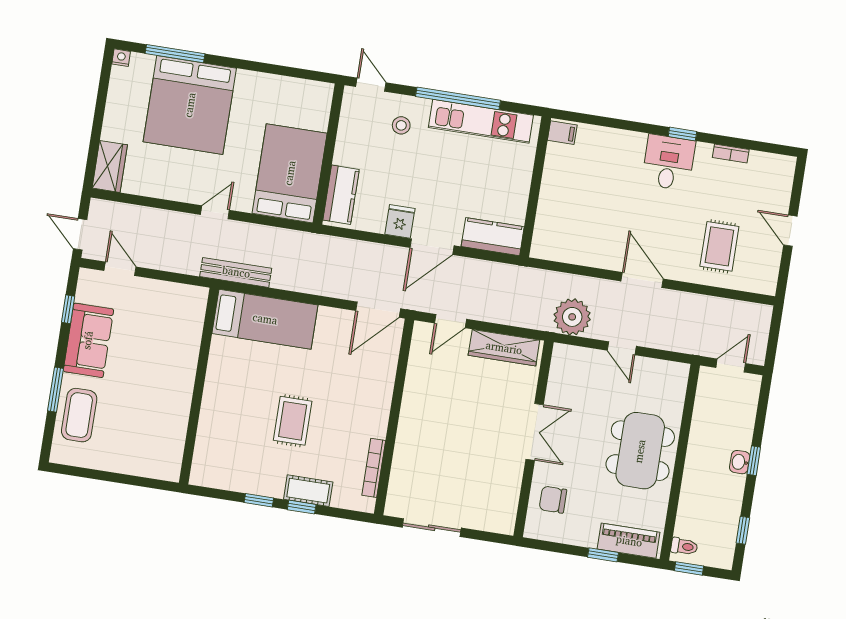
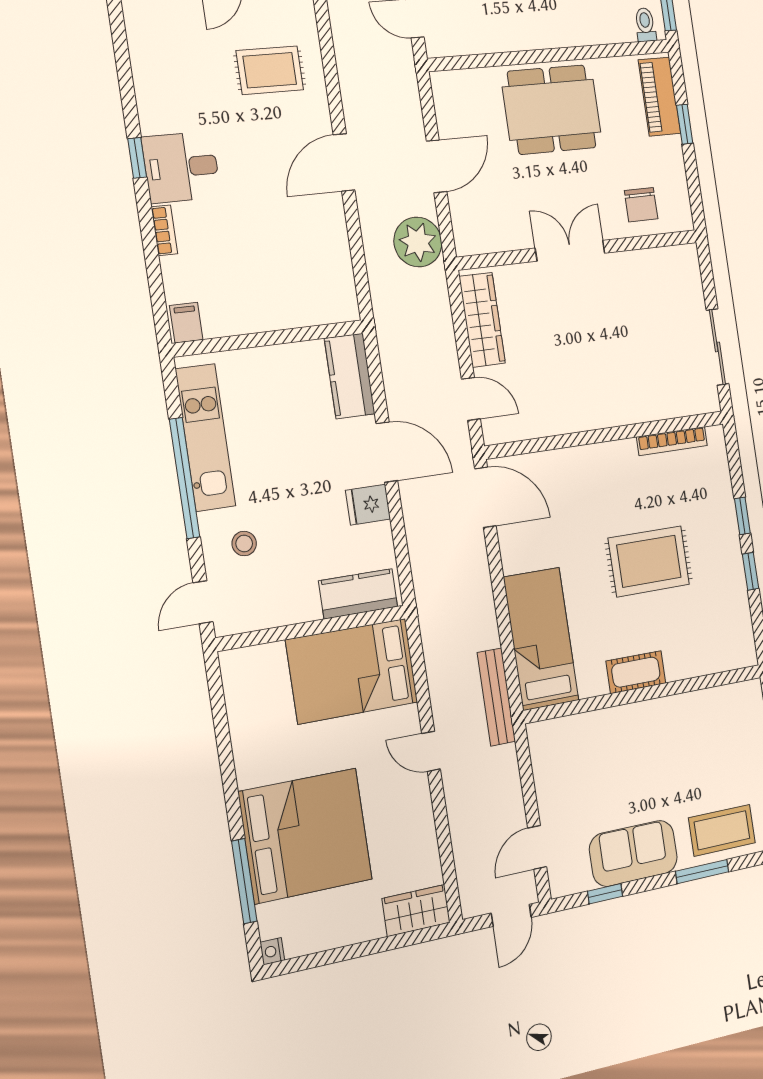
bookcase: (731, 153) -> (164, 230), moved
door: (622, 348) -> (437, 166), width x1.38
rug: (293, 421) -> (649, 561), width x1.36, depth x1.43
cot: (308, 491) -> (636, 672), moved, turned 90

